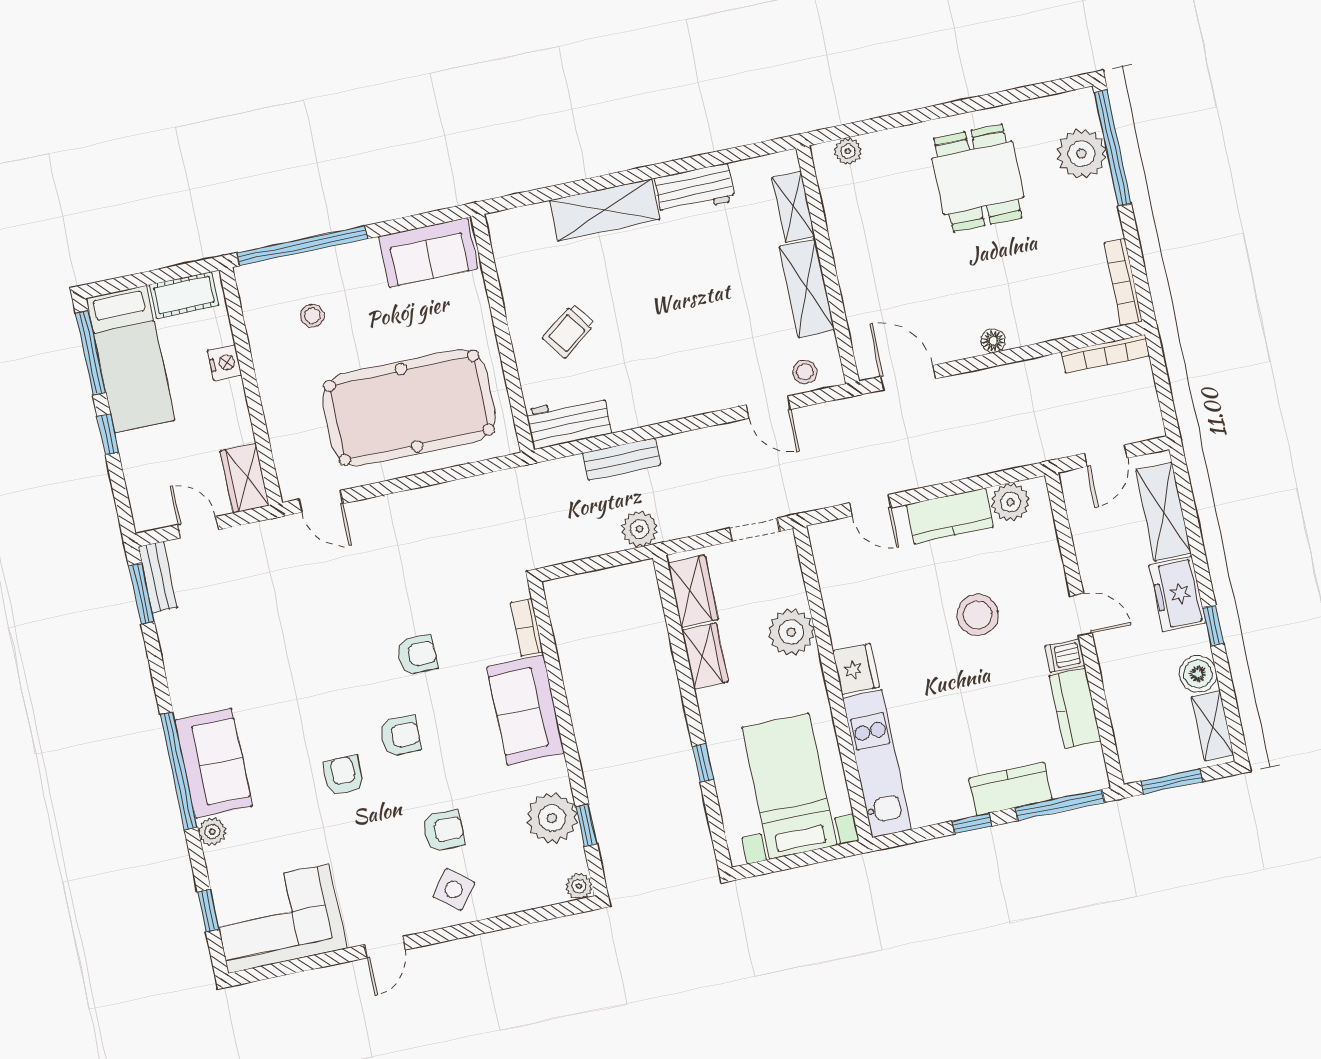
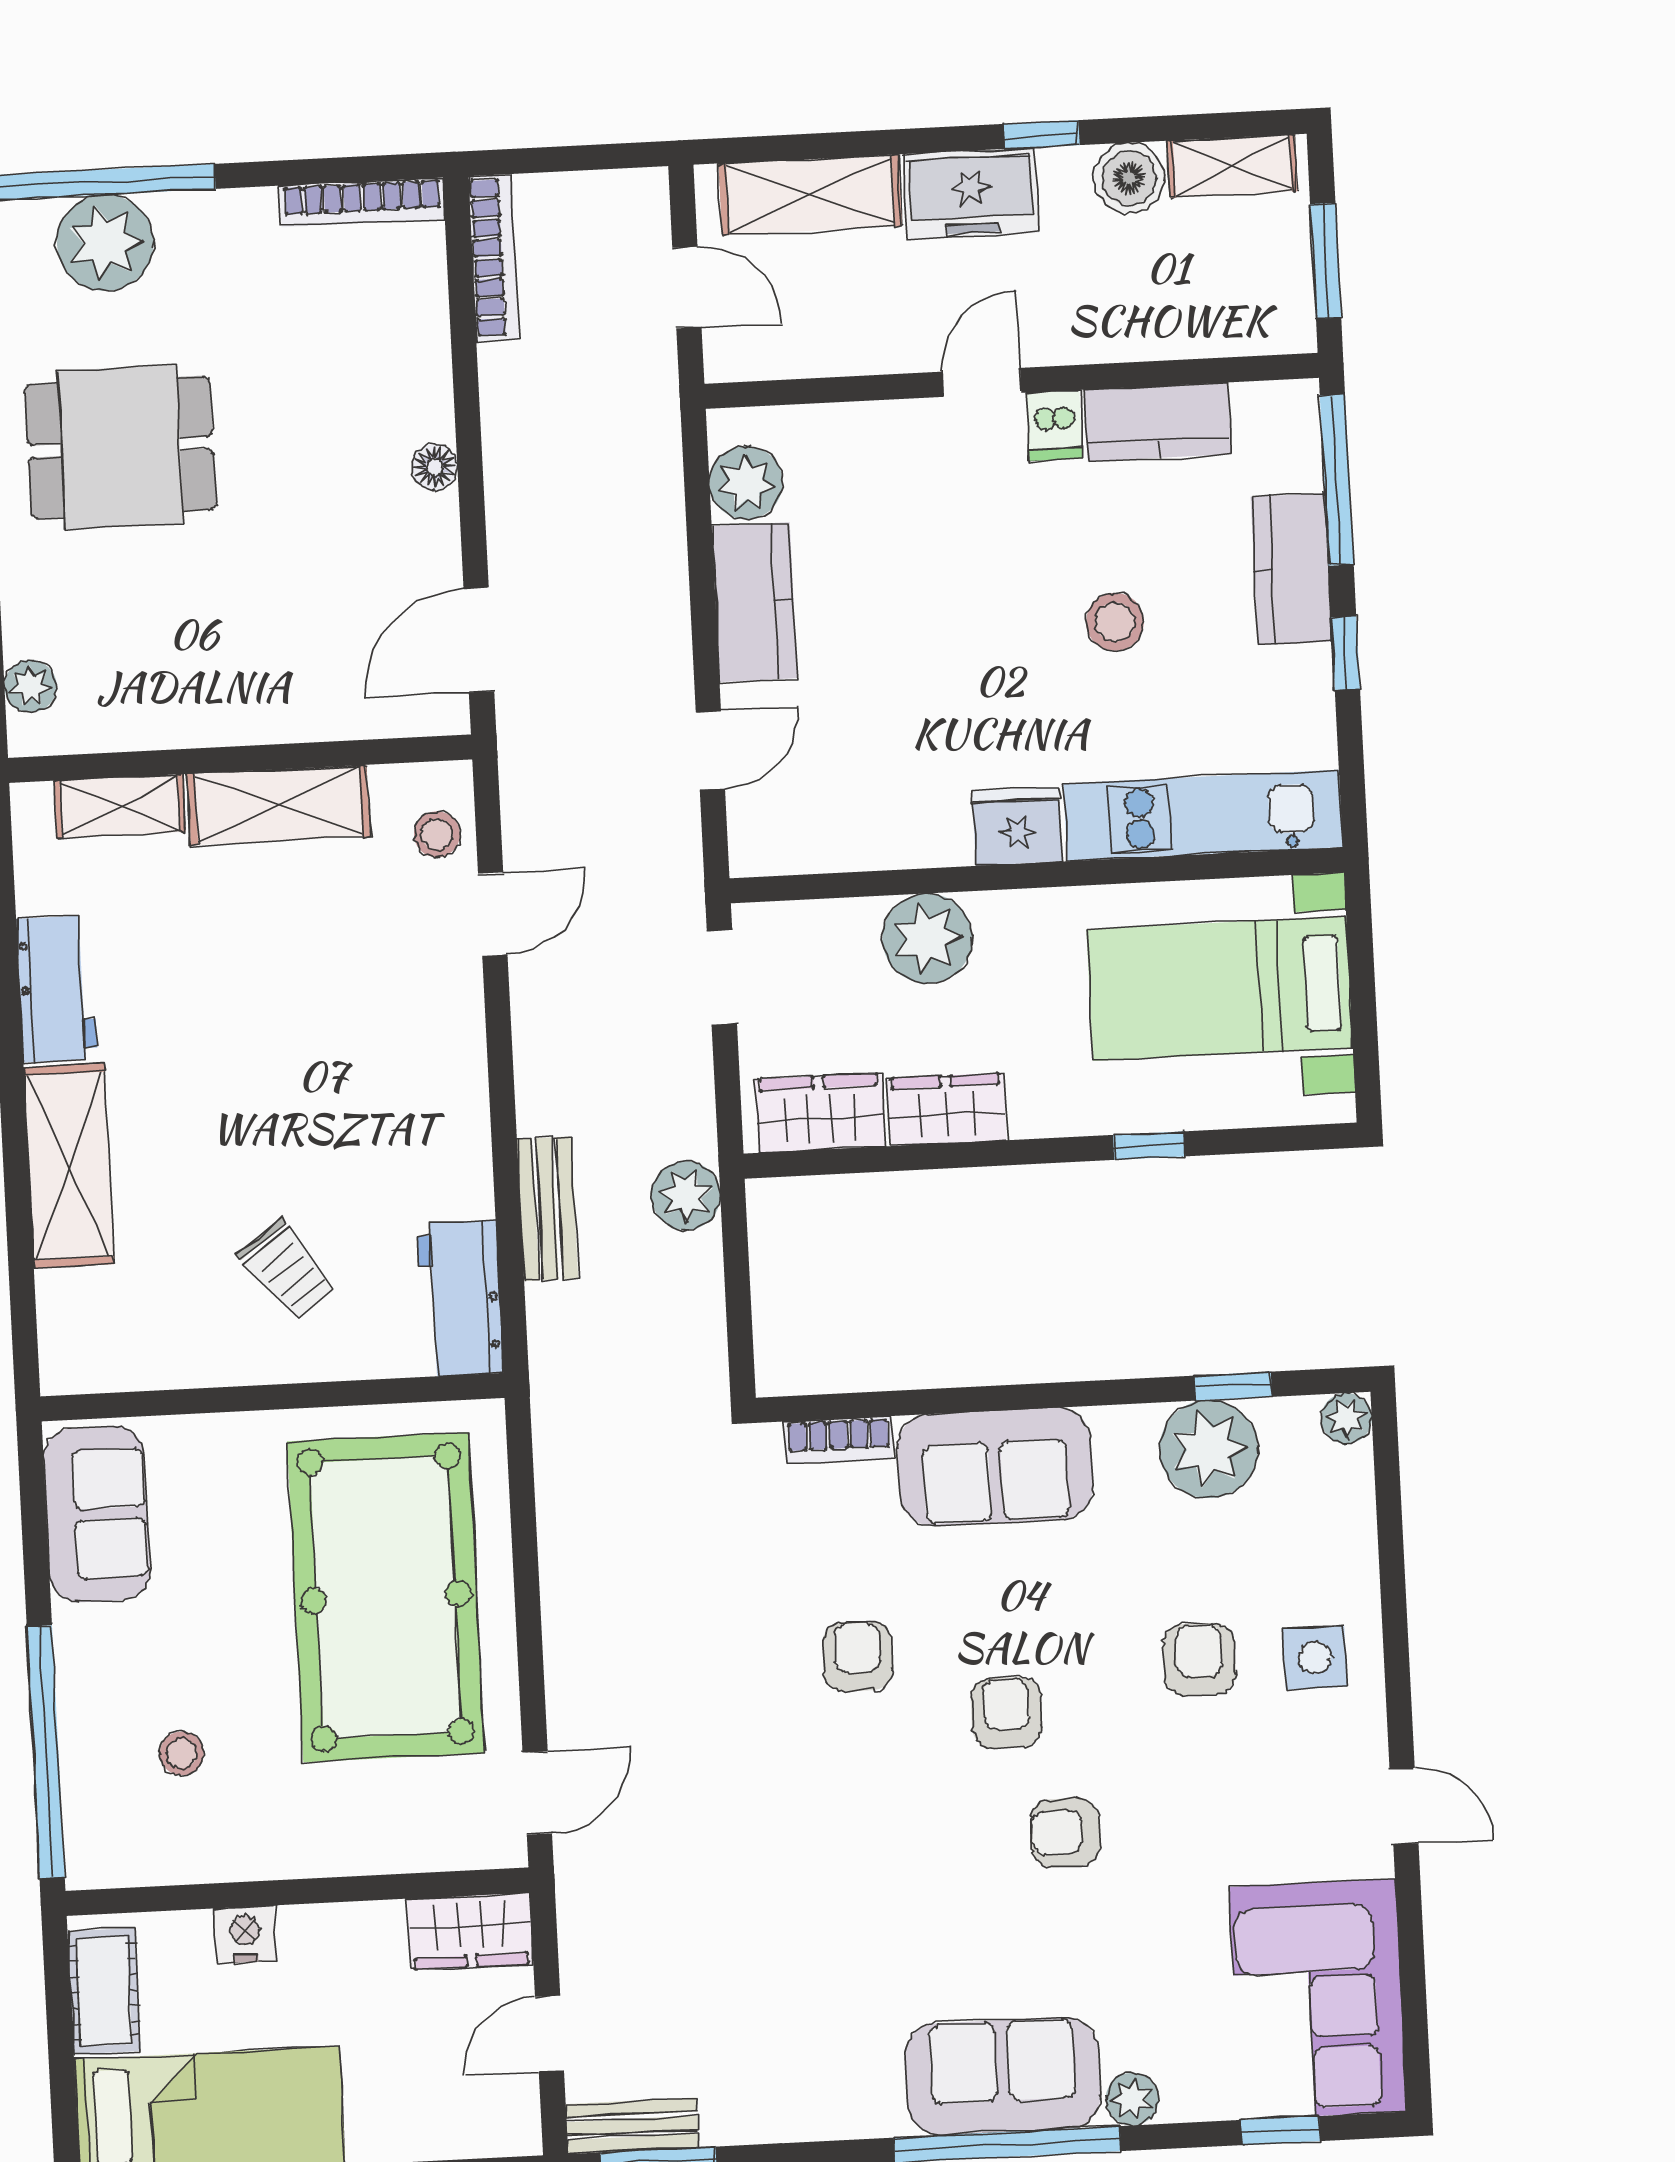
stool: (978, 615) -> (1115, 622), moved, width x0.73, depth x0.73
side table: (454, 889) -> (1315, 1658), turned -38

